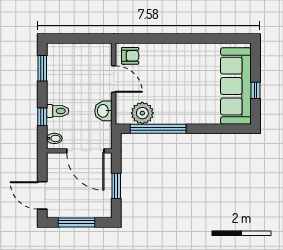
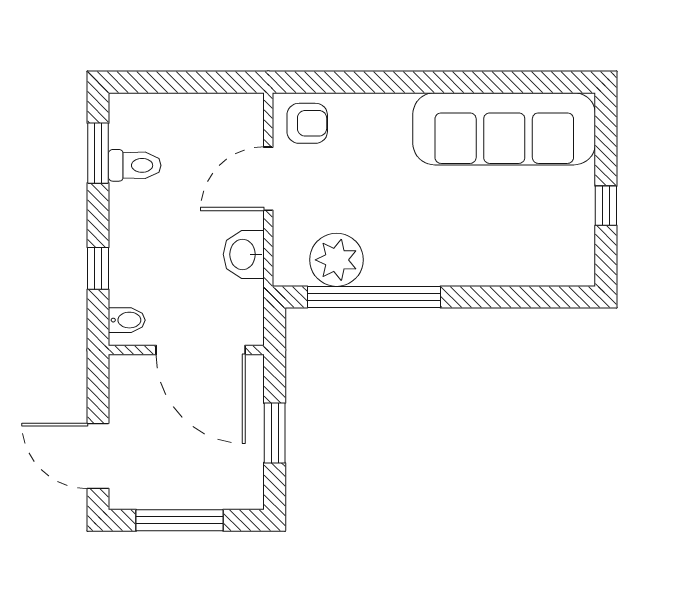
door: (114, 79) -> (268, 179), swing flipped
sofa: (236, 86) -> (504, 129), moved, turned -90
toilet: (58, 111) -> (135, 165), moved

